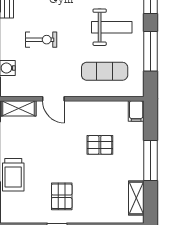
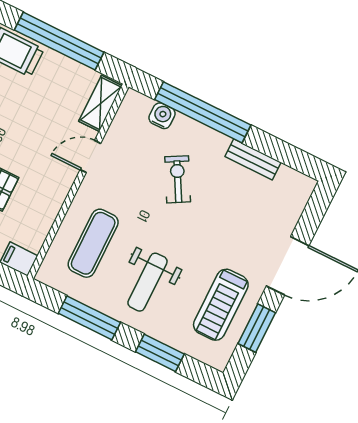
exercise bike: (41, 40) -> (178, 179), turned 151

